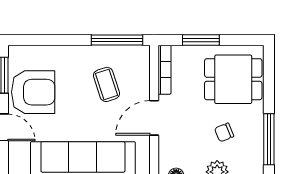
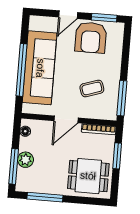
dining table: (233, 79) -> (88, 176), turned 90
door: (154, 118) -> (66, 119), swing flipped
chair: (224, 132) -> (52, 167), removed

